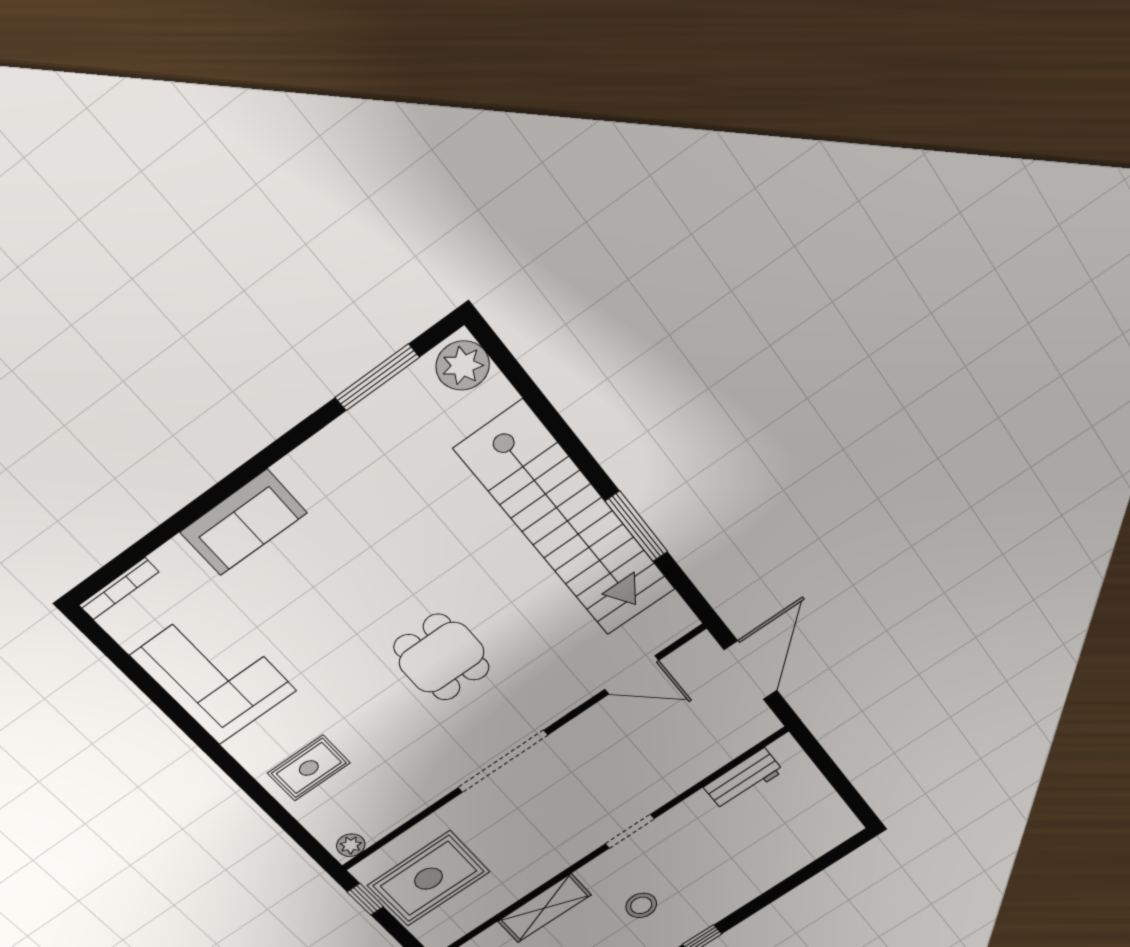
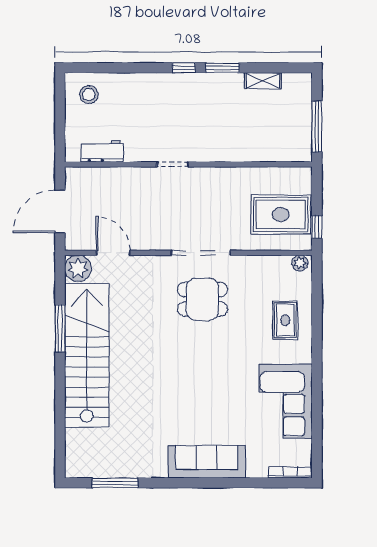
plant: (463, 366) -> (78, 268), moved
sofa: (244, 523) -> (207, 462), width x1.36
dining table: (442, 657) -> (203, 299), moved, turned 90
rug: (309, 768) -> (285, 320), turned 90
stool: (641, 905) -> (89, 95), moved
shelving: (545, 908) -> (242, 152), removed

